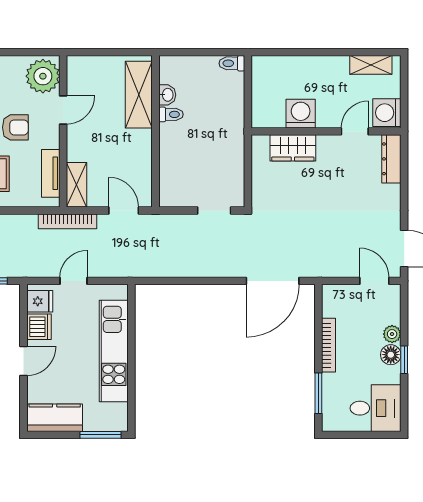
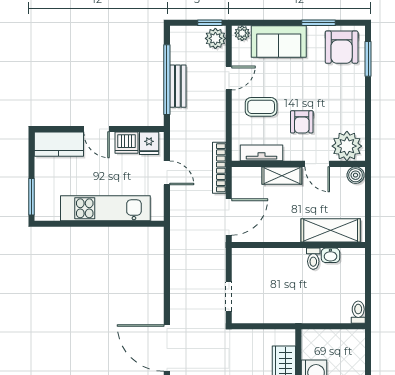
boiler: (76, 66) -> (356, 175), added
shelving: (77, 185) -> (282, 176), moved
door: (124, 211) -> (229, 217), width x1.38
kitchen counter: (55, 418) -> (59, 144), moved, turned 90

